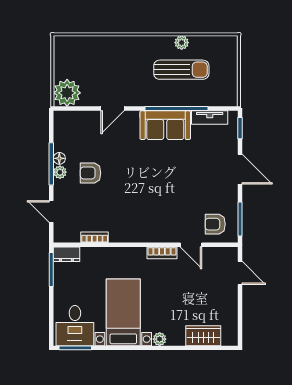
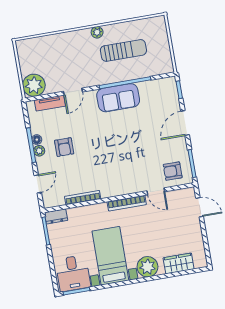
plant: (182, 43) -> (97, 32), moved
tv unit: (210, 117) -> (50, 103), moved
door: (240, 169) -> (185, 123), swing flipped
armchair: (90, 173) -> (64, 147), turned -90
door: (51, 212) -> (38, 184), swing flipped
bookcase: (95, 237) -> (83, 198), width x1.56
bookcase: (162, 253) -> (127, 203), width x1.56
plant: (160, 339) -> (147, 267), width x1.87, depth x1.87

